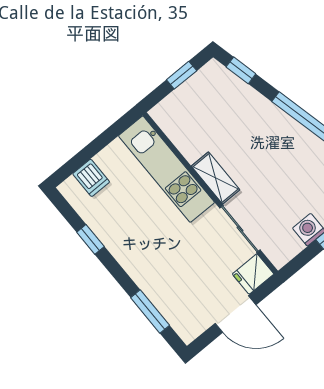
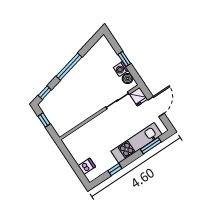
kitchen unit: (167, 169) -> (136, 143), moved, turned 180
shelving: (215, 178) -> (93, 109), removed
boiler: (290, 246) -> (128, 79), added

